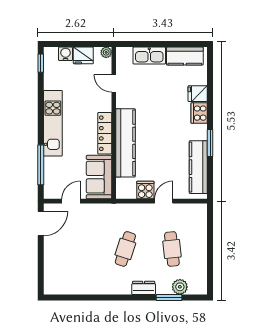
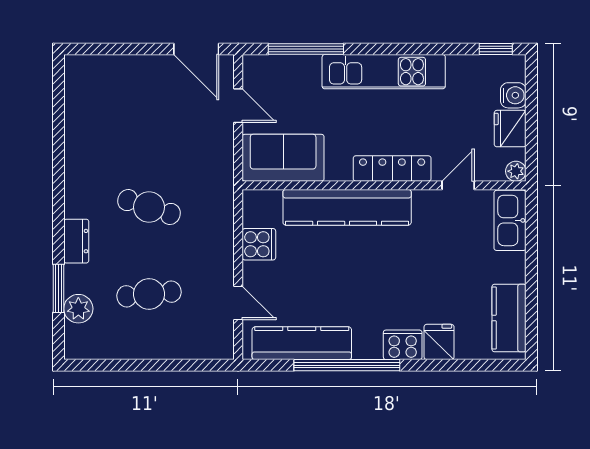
kitchen sink: (149, 56) -> (510, 220), moved
locker: (105, 133) -> (392, 168), moved
window: (210, 143) -> (347, 365), width x2.11
door: (164, 201) -> (238, 303), moved

